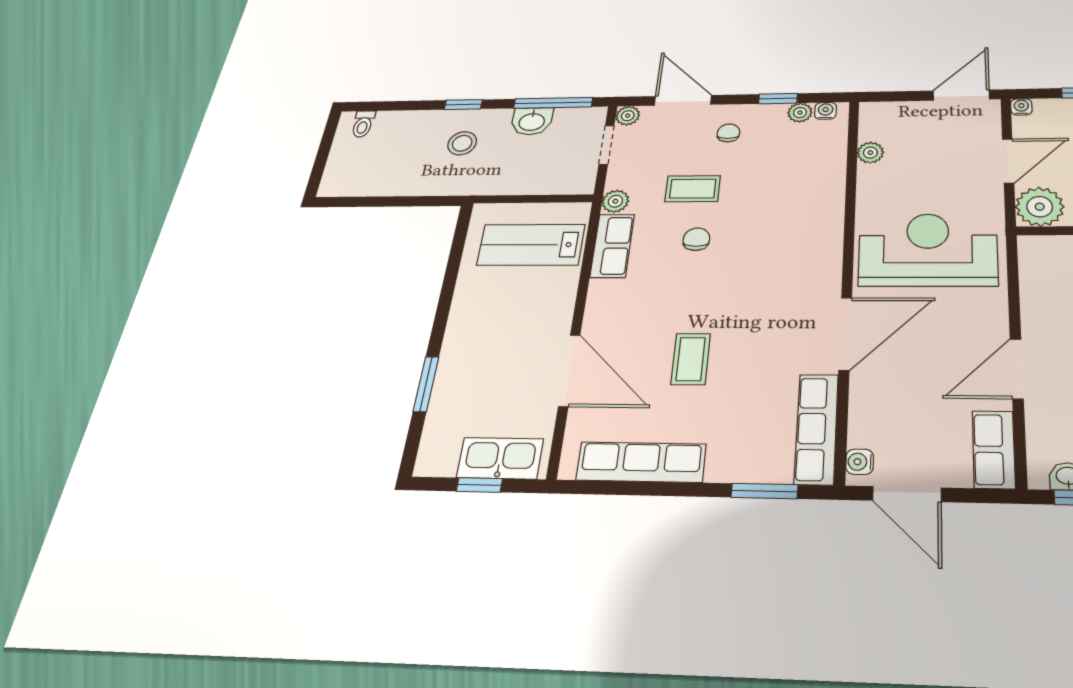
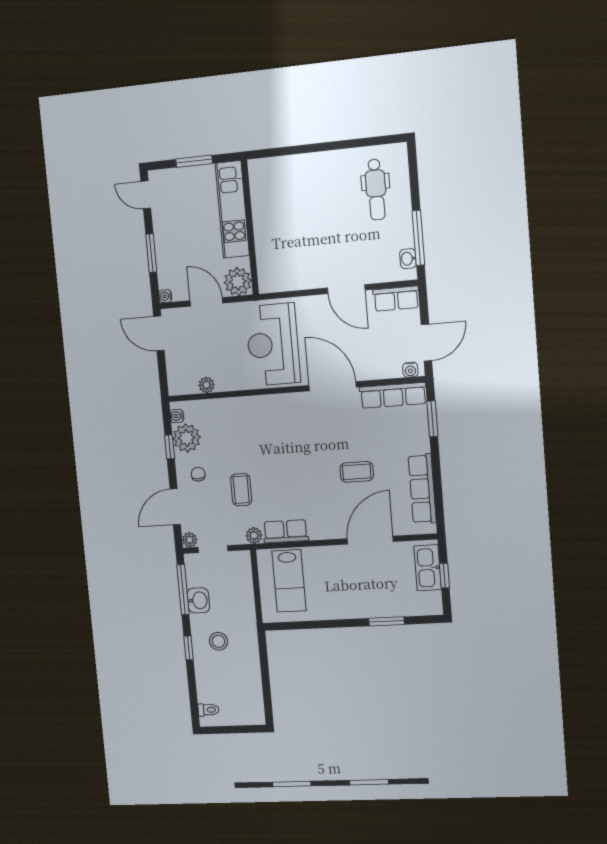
plant: (800, 113) -> (187, 438), width x1.88, depth x1.88
chair: (728, 133) -> (198, 474), turned 90
chair: (696, 239) -> (277, 482), removed

